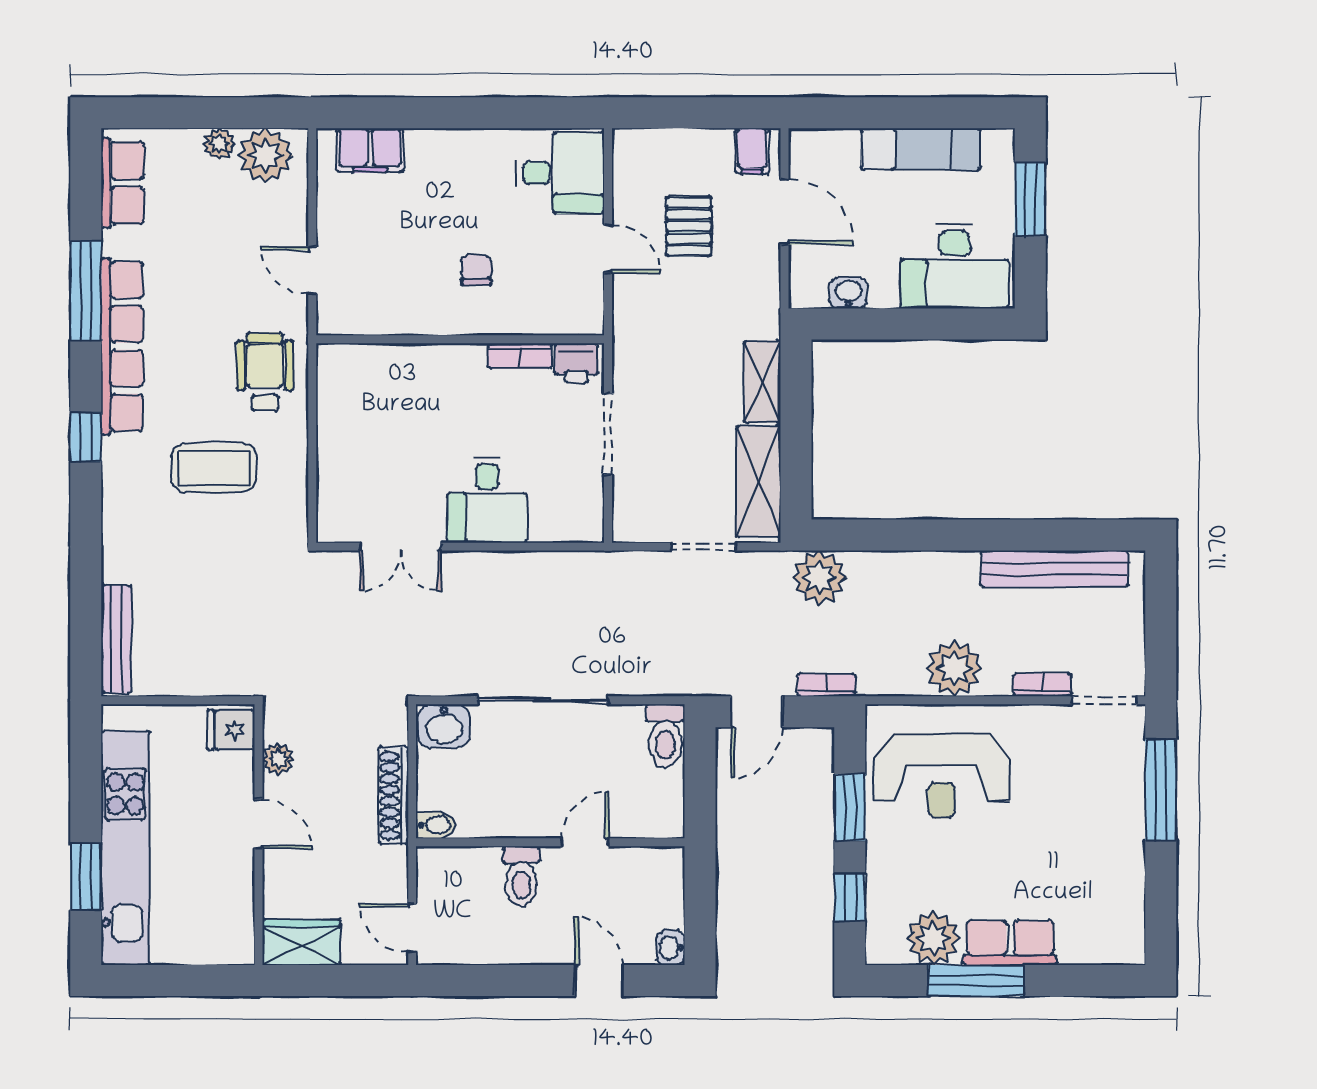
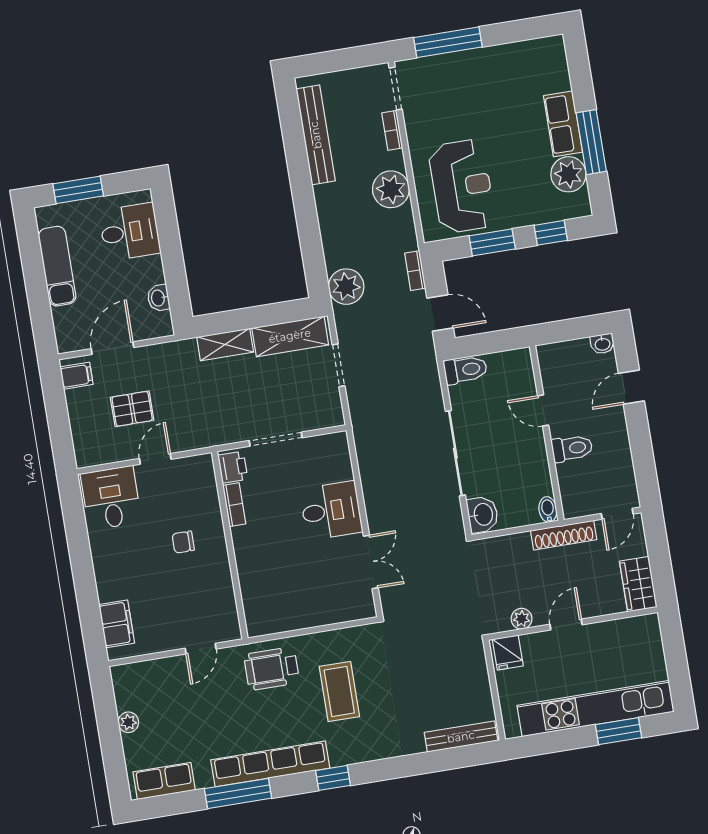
plant: (265, 155) -> (131, 691), removed
desk: (955, 266) -> (130, 232), width x0.73
shoe rack: (393, 796) -> (564, 535), moved

